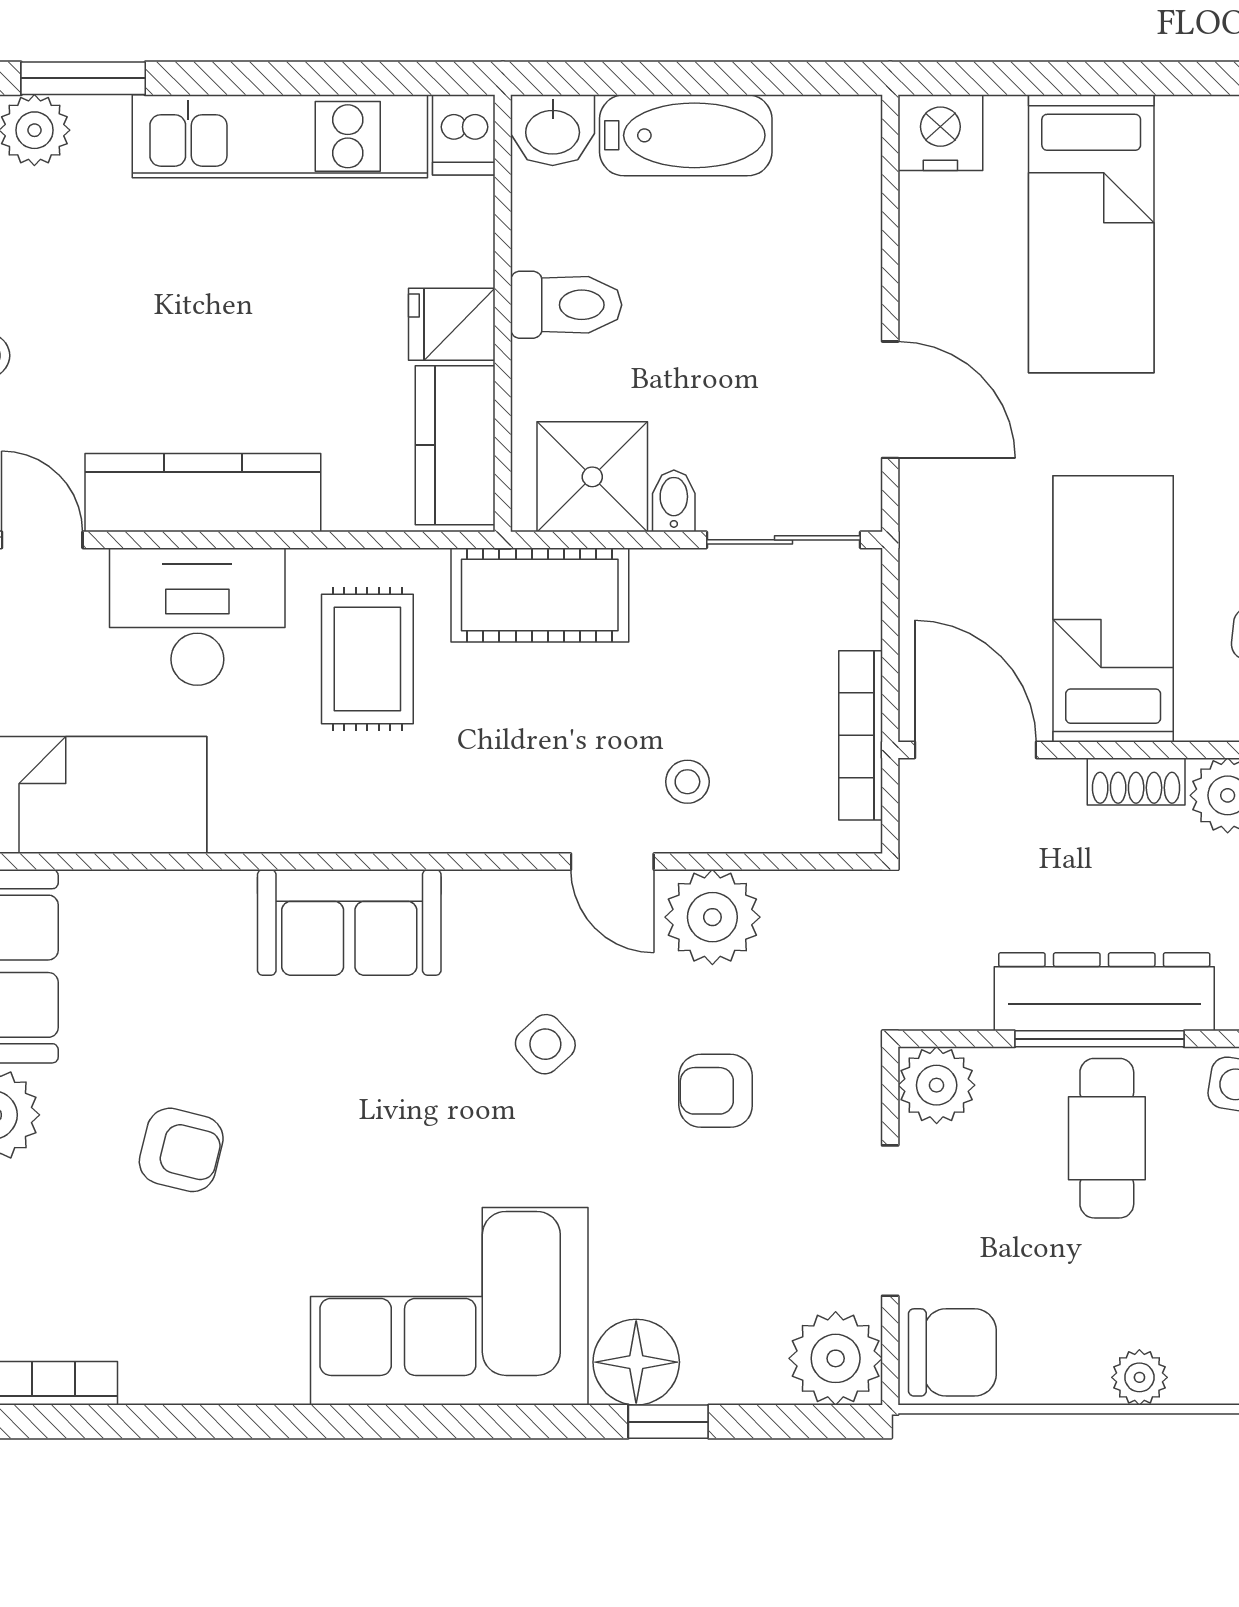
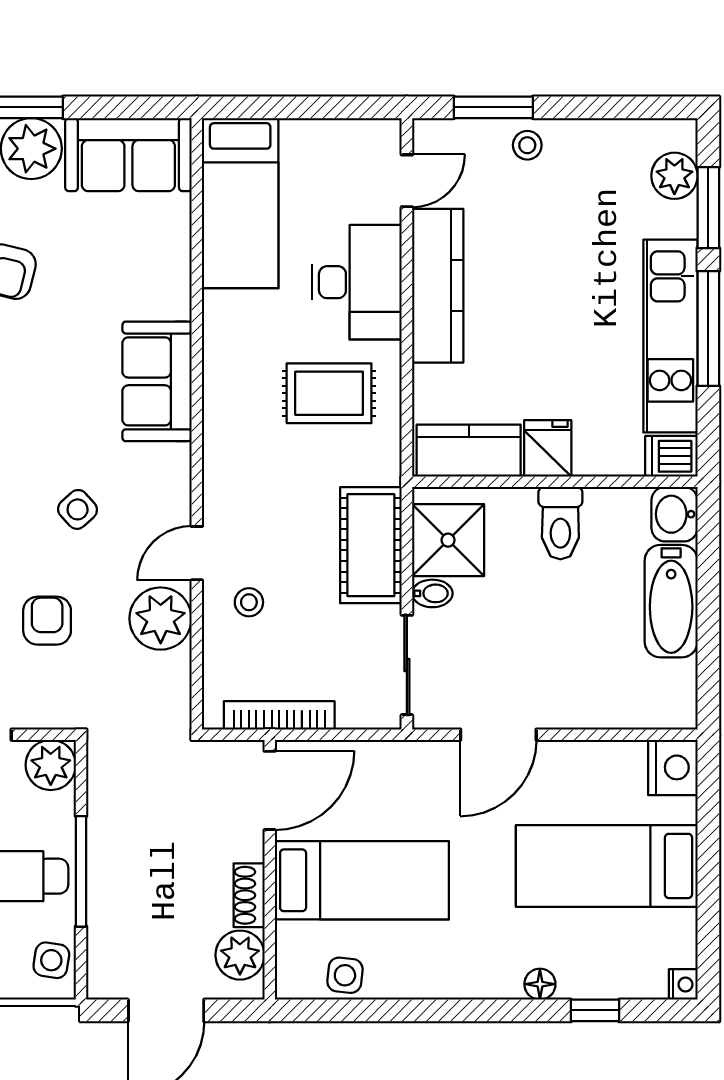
window: (268, 78) -> (708, 328), added
cot: (540, 595) -> (371, 545), moved
dresser: (1104, 992) -> (112, 874), removed

